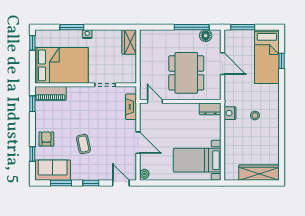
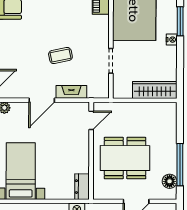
wardrobe: (129, 42) -> (155, 90), width x1.50
fireplace: (131, 107) -> (71, 92), moved
coffee table: (83, 144) -> (60, 56), moved

